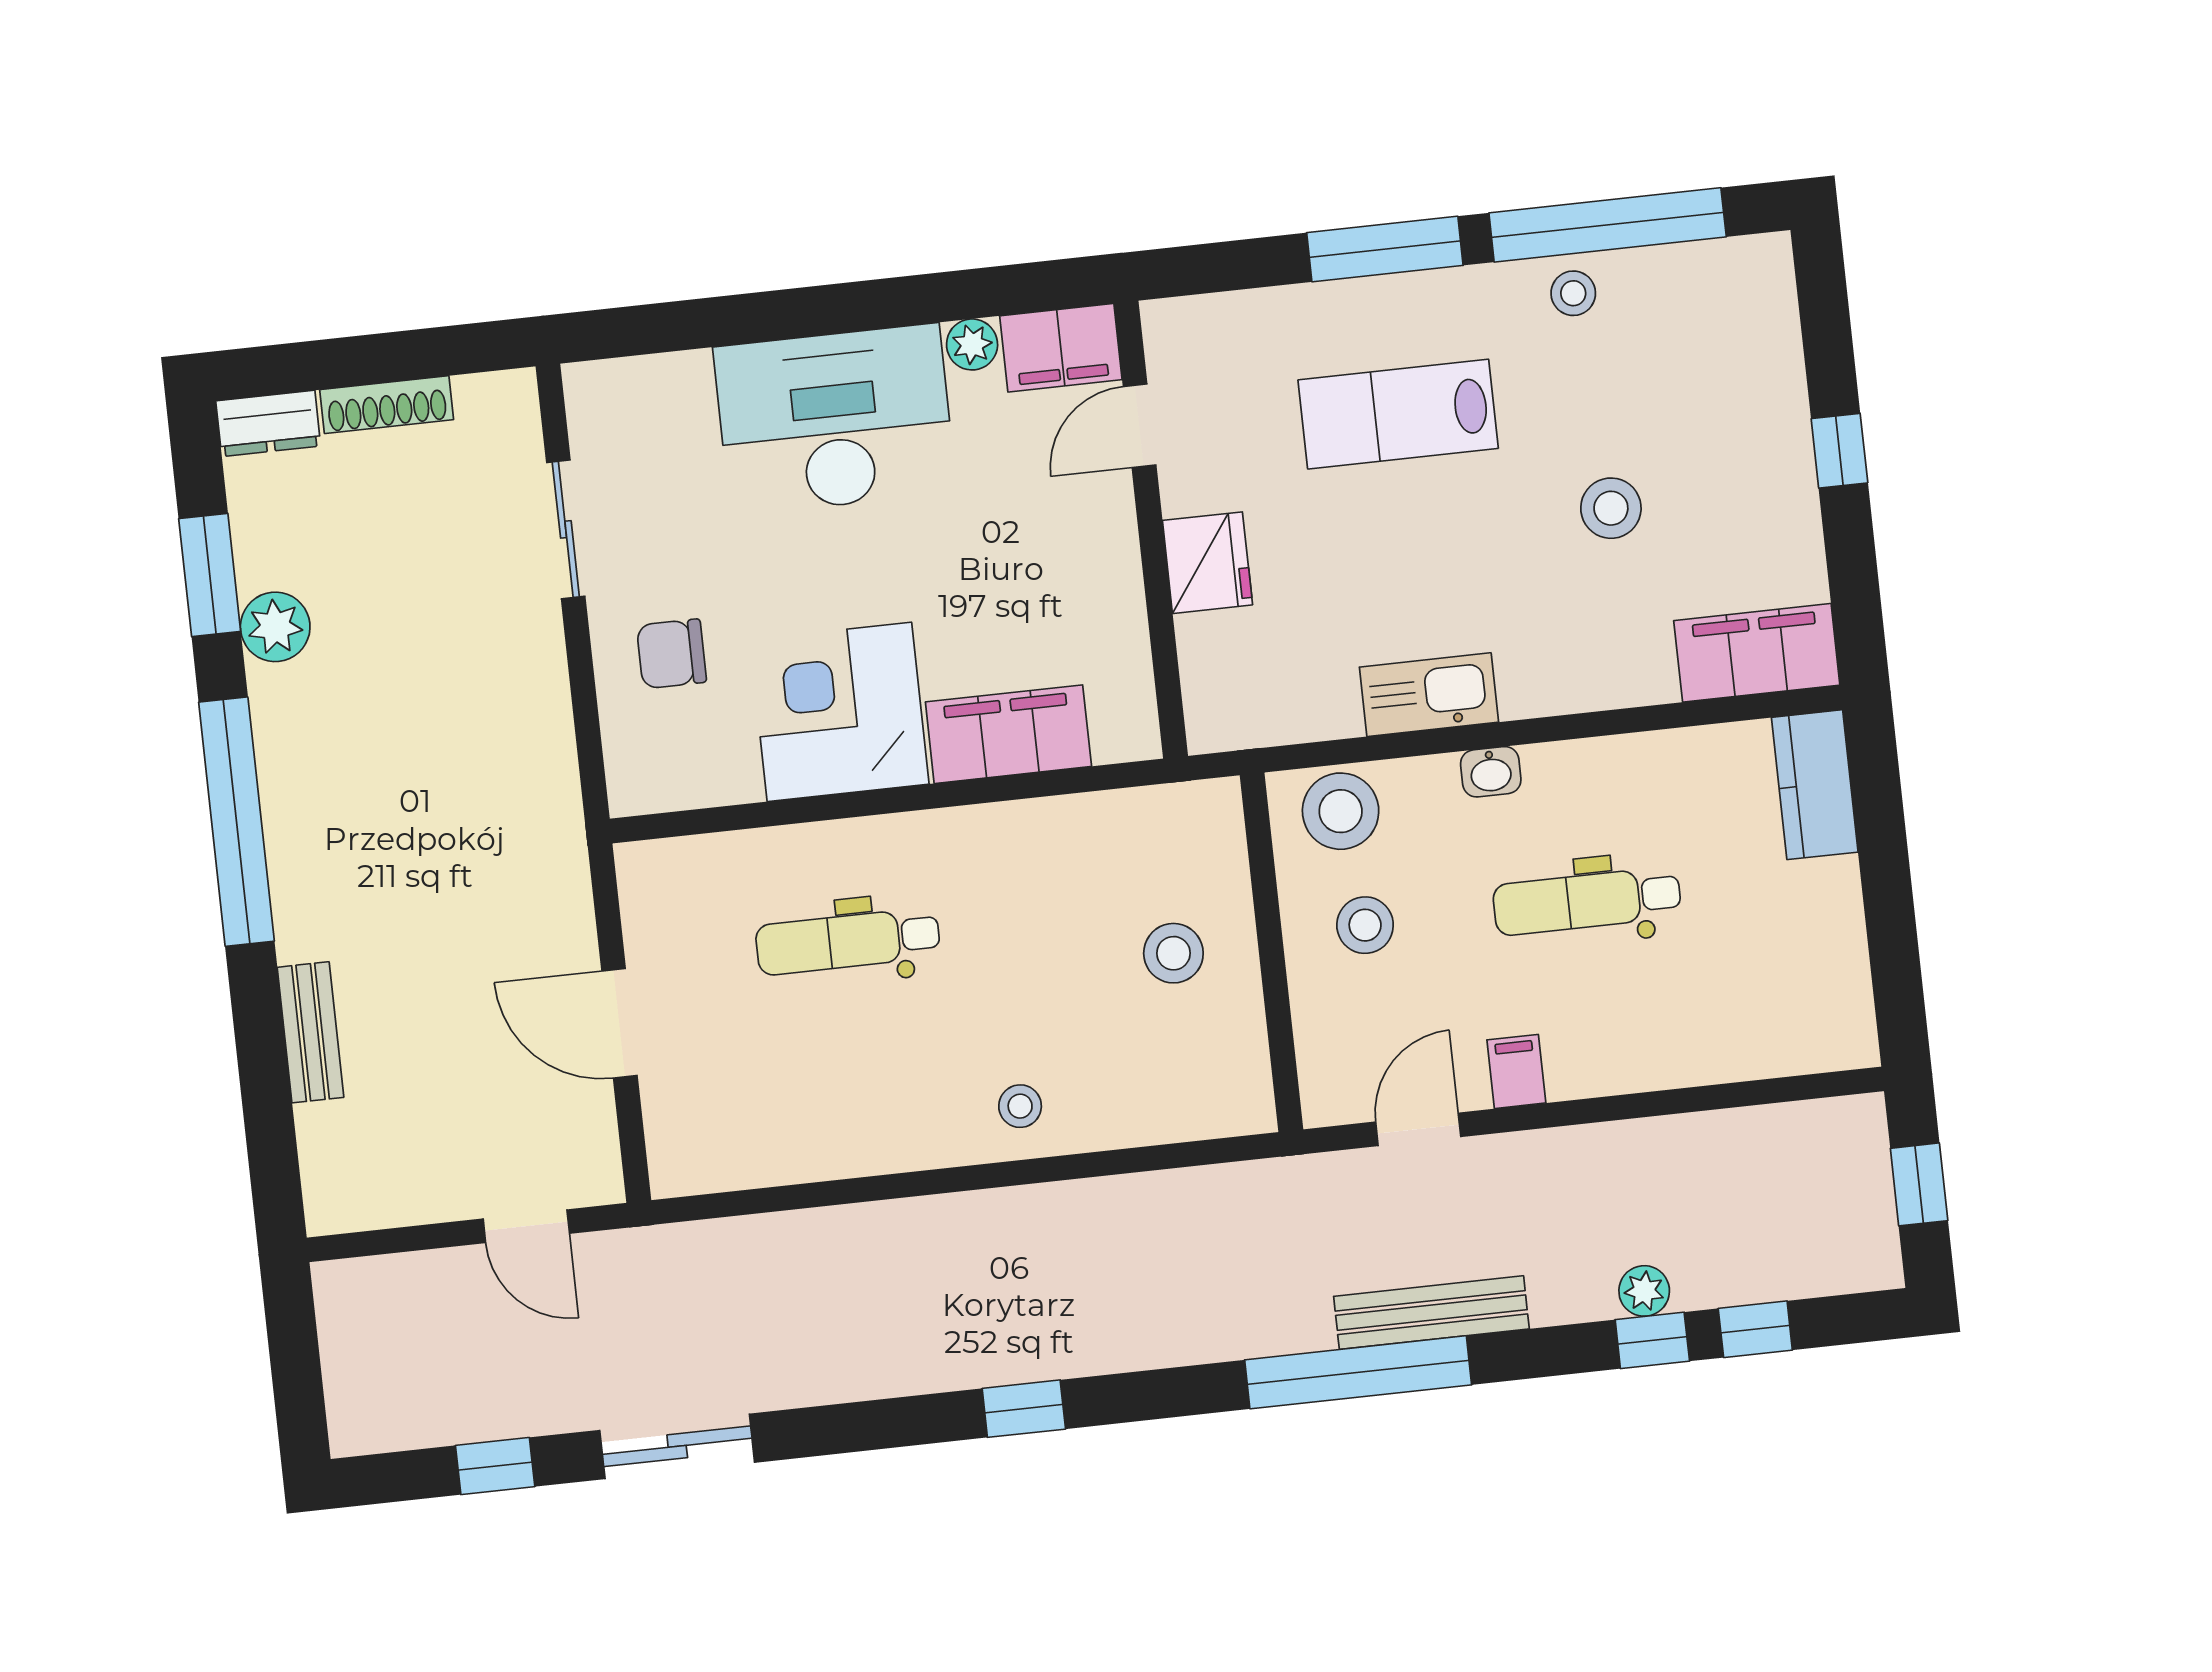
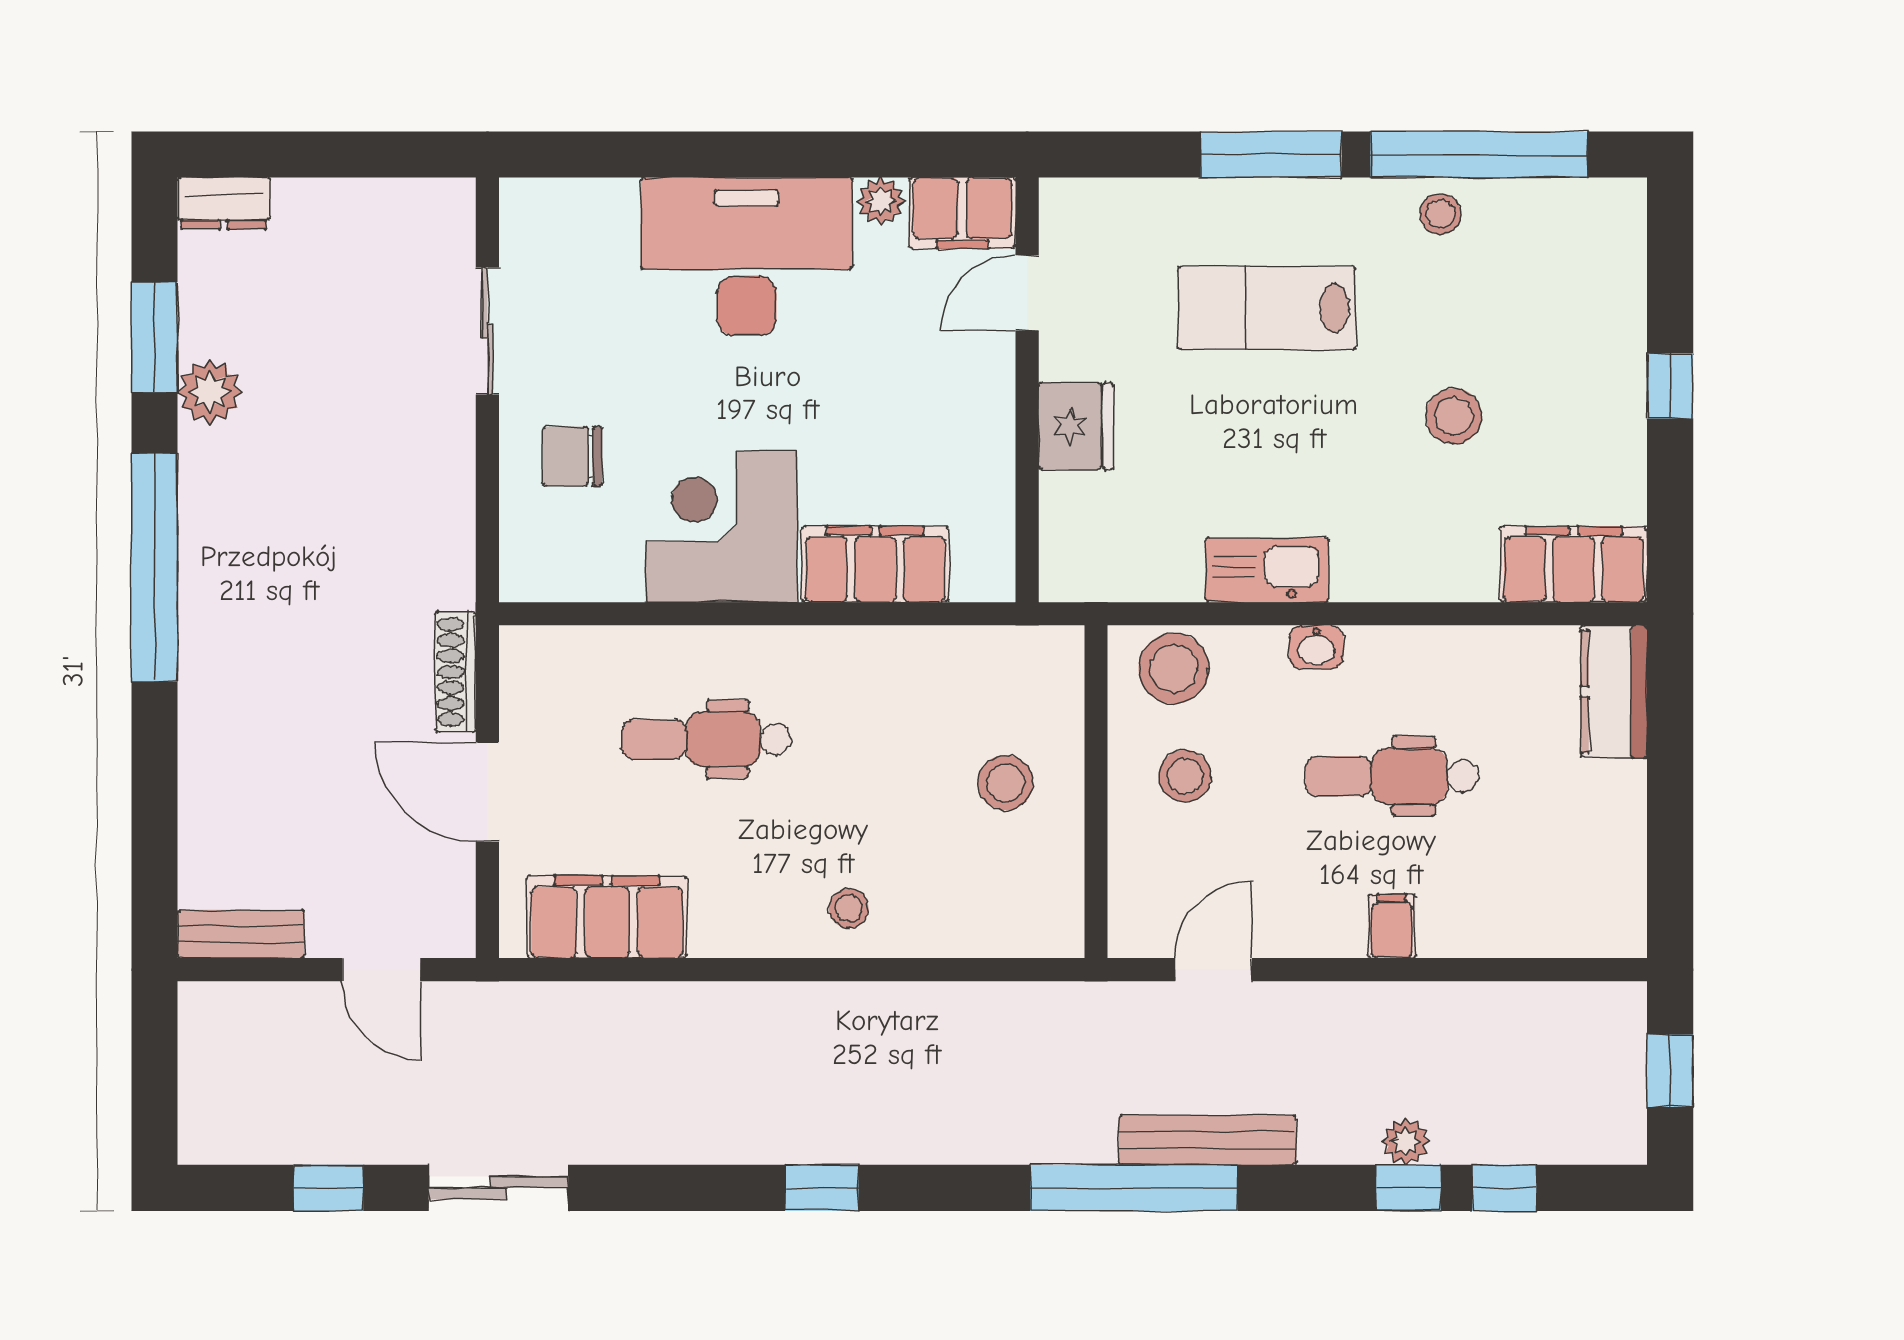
shoe rack: (387, 405) -> (455, 672), moved, turned 90
bench: (311, 1032) -> (241, 934), moved, turned 90
filing cabinet: (1516, 1071) -> (1392, 926), moved
filing cabinet: (762, 1143) -> (607, 917), added

